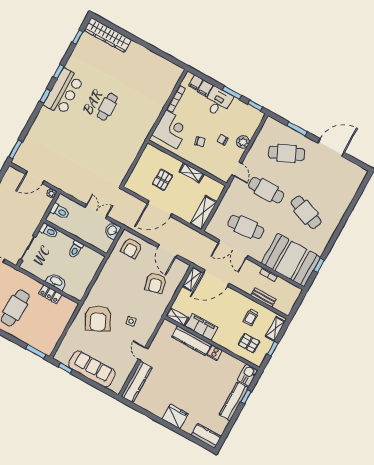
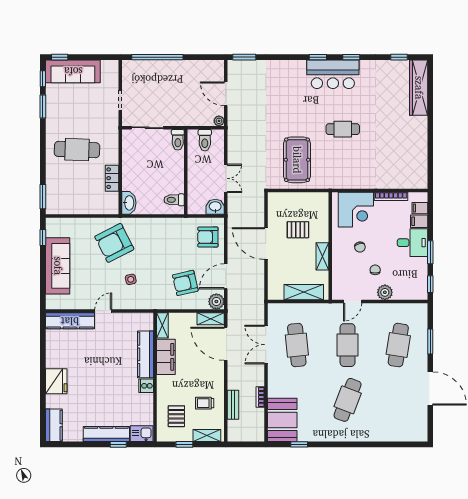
pool table: (111, 152) -> (297, 160), added
cafe table: (287, 153) -> (398, 345), turned 33
shelving: (203, 213) -> (304, 292), moved
toilet: (76, 249) -> (174, 200), moved
booth: (291, 260) -> (282, 420), width x0.73, depth x0.70
plant: (182, 268) -> (216, 301), added
washbasin: (56, 281) -> (129, 203), moved

